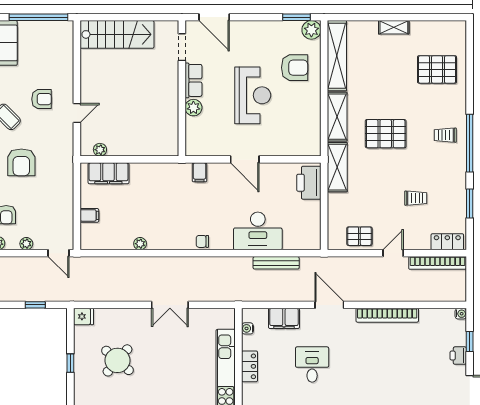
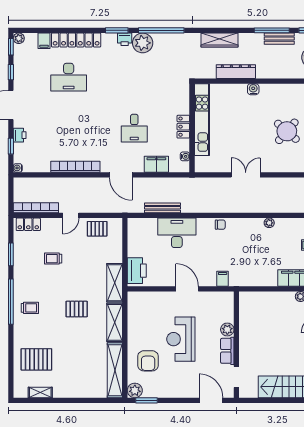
shelving: (394, 27) -> (40, 392), moved
armchair: (295, 68) -> (148, 361), turned -90
pallet: (386, 134) -> (77, 309), width x0.67, depth x0.71

